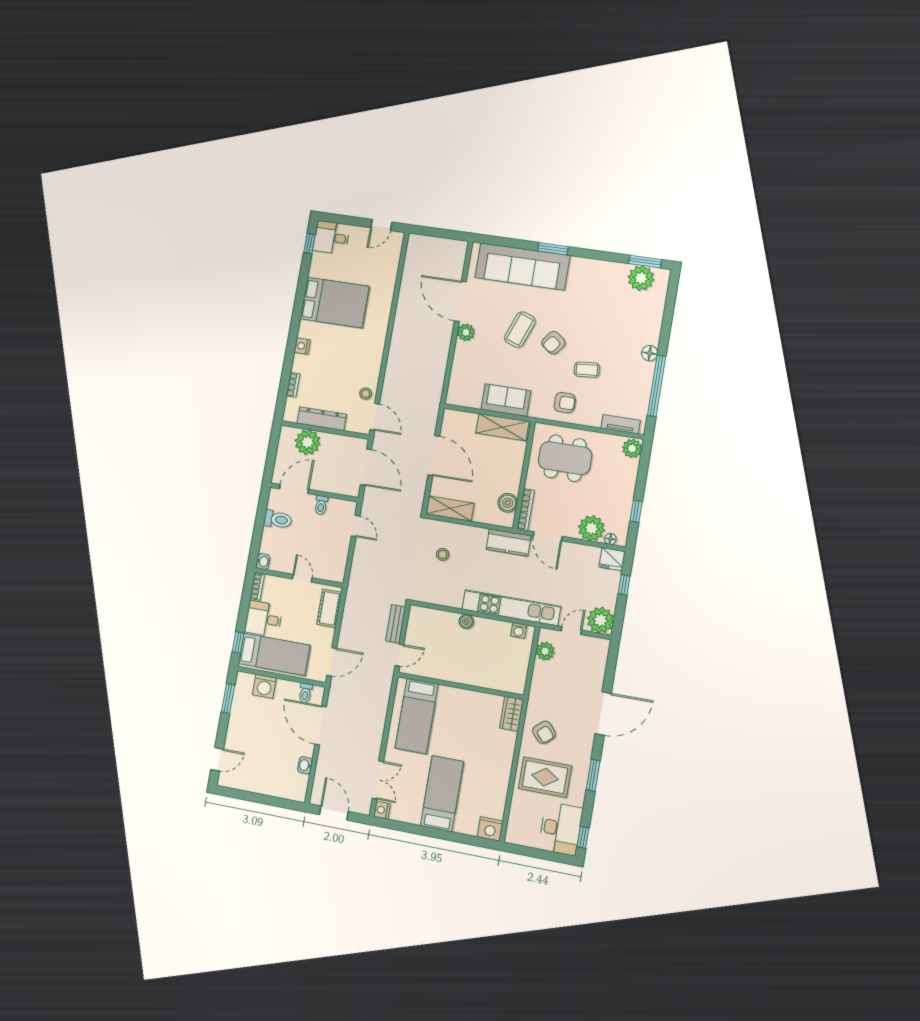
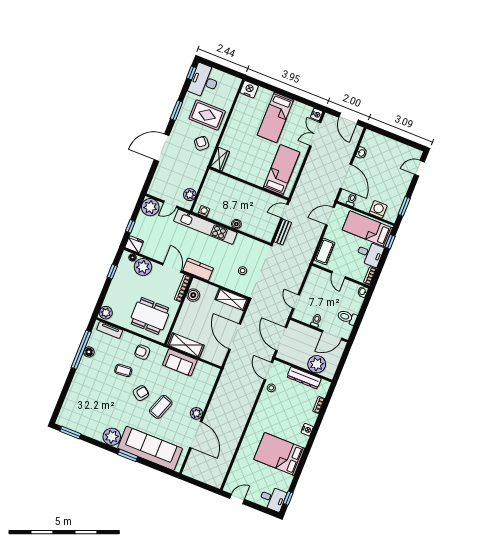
plant: (641, 278) -> (112, 437), moved
floor lamp: (650, 353) -> (89, 352), moved

